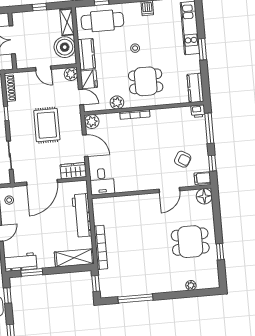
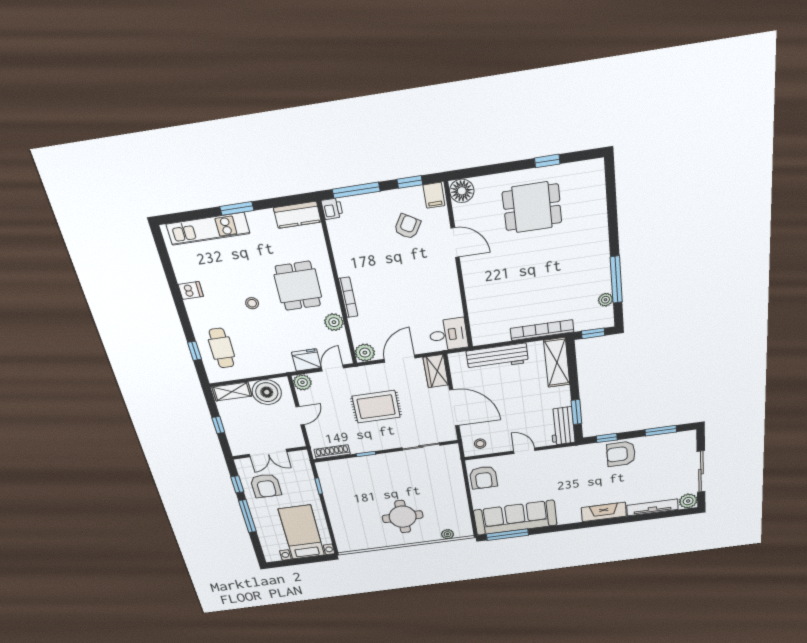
cafe table: (102, 21) -> (221, 348), width x0.73, depth x0.74
kitchen counter: (86, 54) -> (272, 365), removed
dining table: (190, 242) -> (532, 207), turned 90
plant: (191, 285) -> (605, 300), moved

